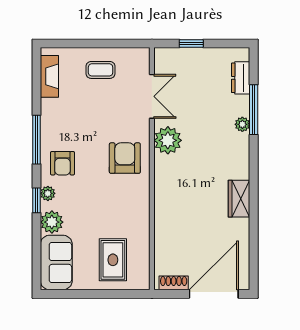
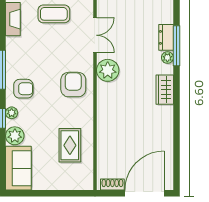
coffee table: (101, 70) -> (54, 14), width x1.36, depth x1.30
dresser: (241, 78) -> (166, 37), moved
armchair: (62, 163) -> (23, 89), turned -90
wardrobe: (239, 199) -> (165, 90), moved
rug: (113, 260) -> (70, 145), moved

